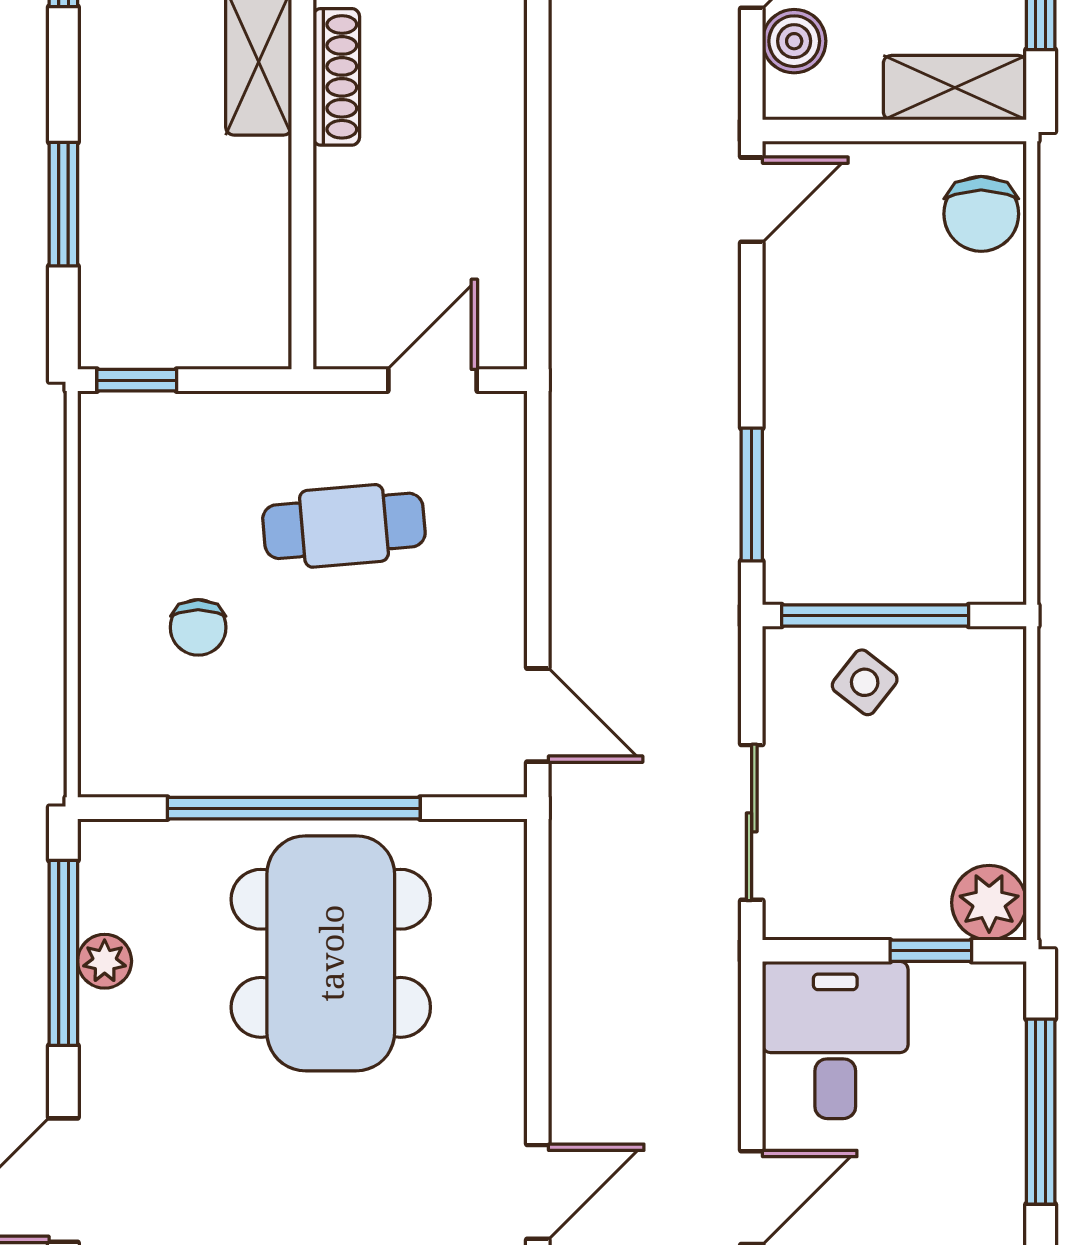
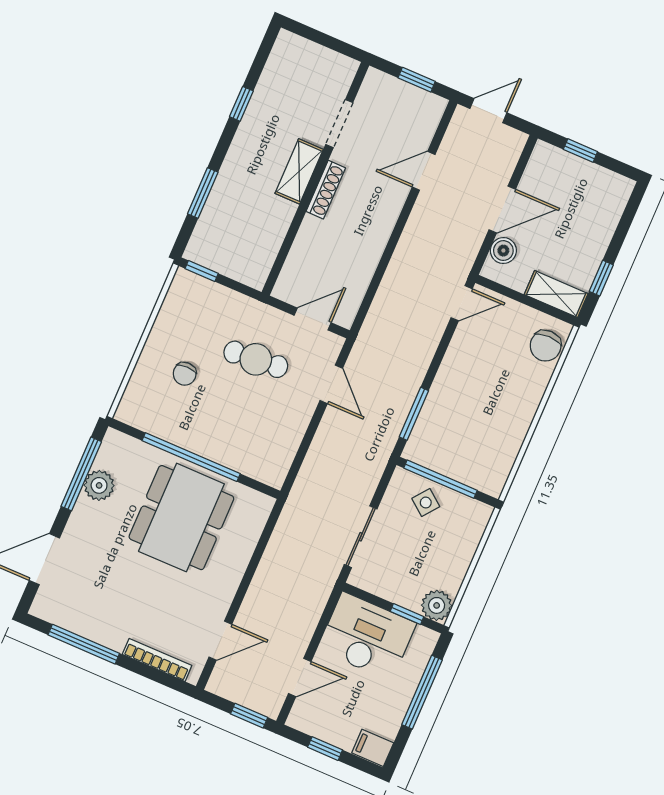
door: (538, 715) -> (331, 384), moved
plant: (105, 961) -> (99, 485), width x1.38, depth x1.38
desk: (835, 1040) -> (367, 636), width x1.37

